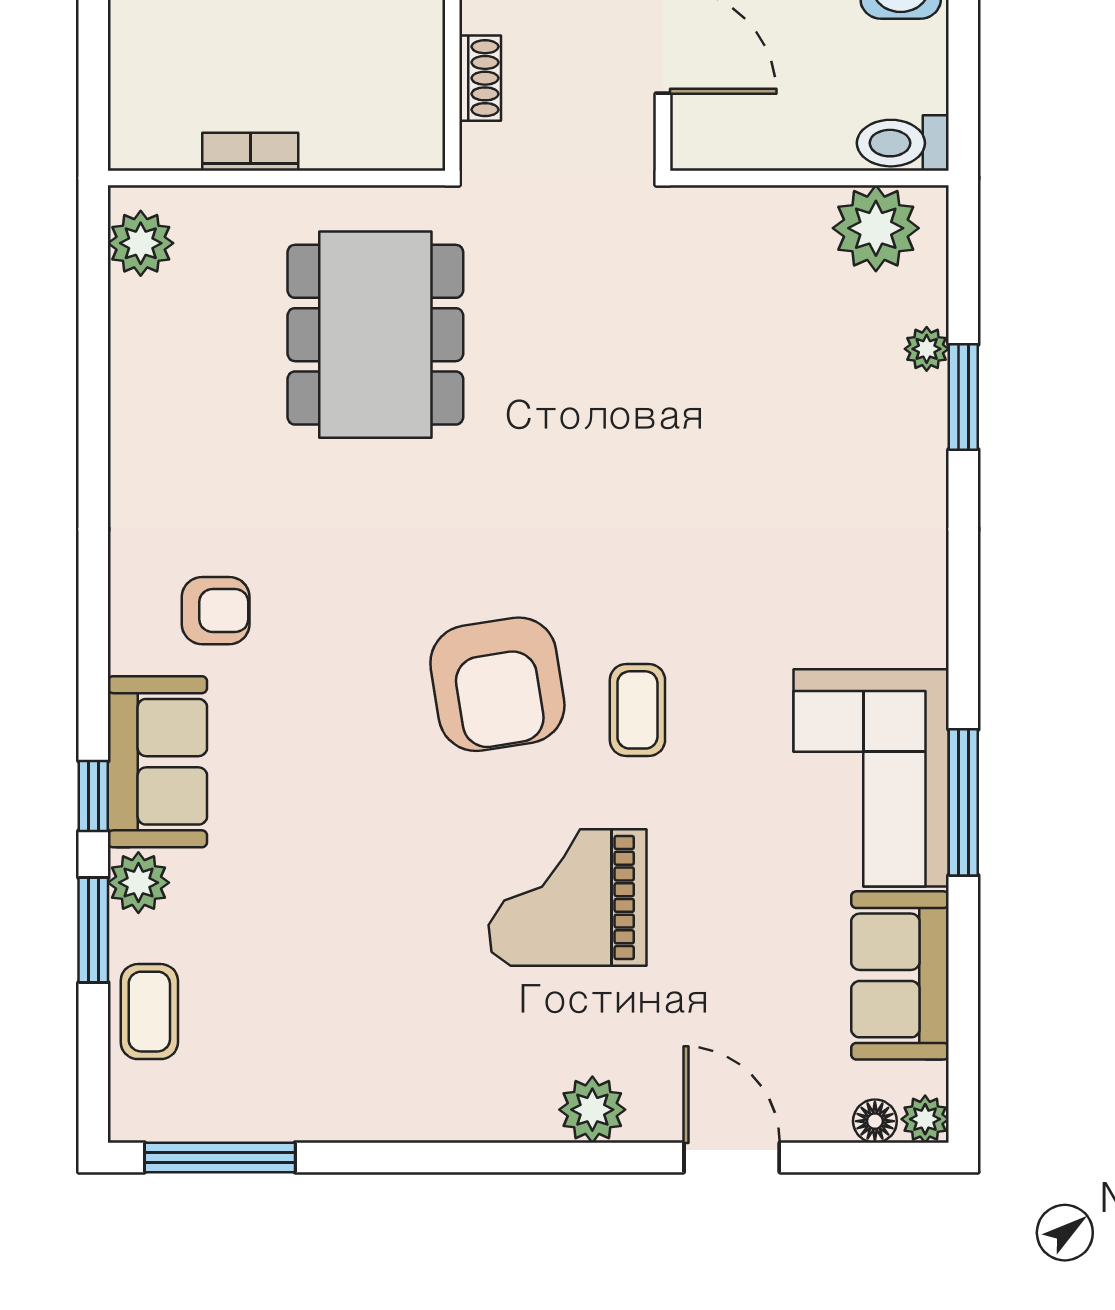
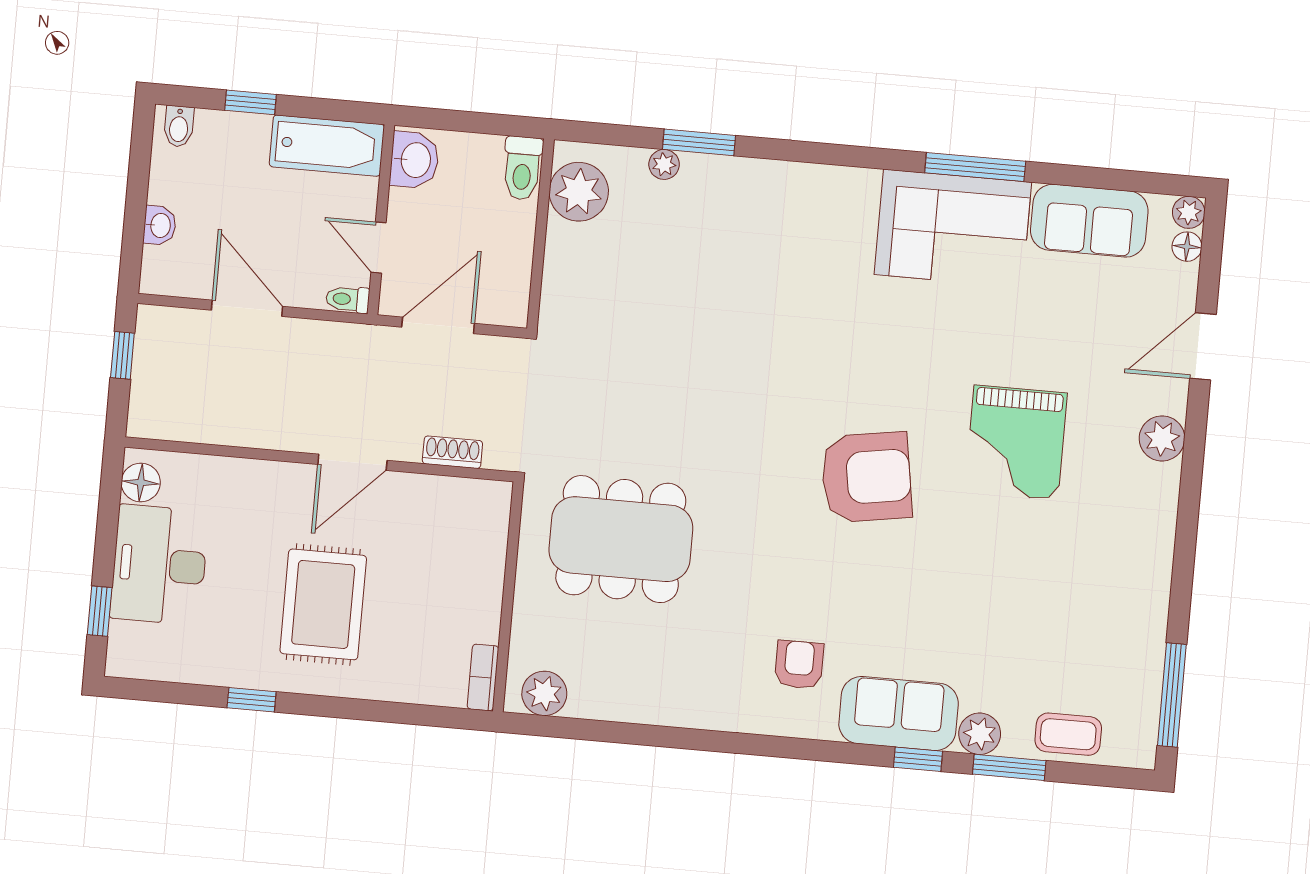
bookcase: (250, 152) -> (483, 677), moved
coffee table: (637, 710) -> (892, 383), removed

